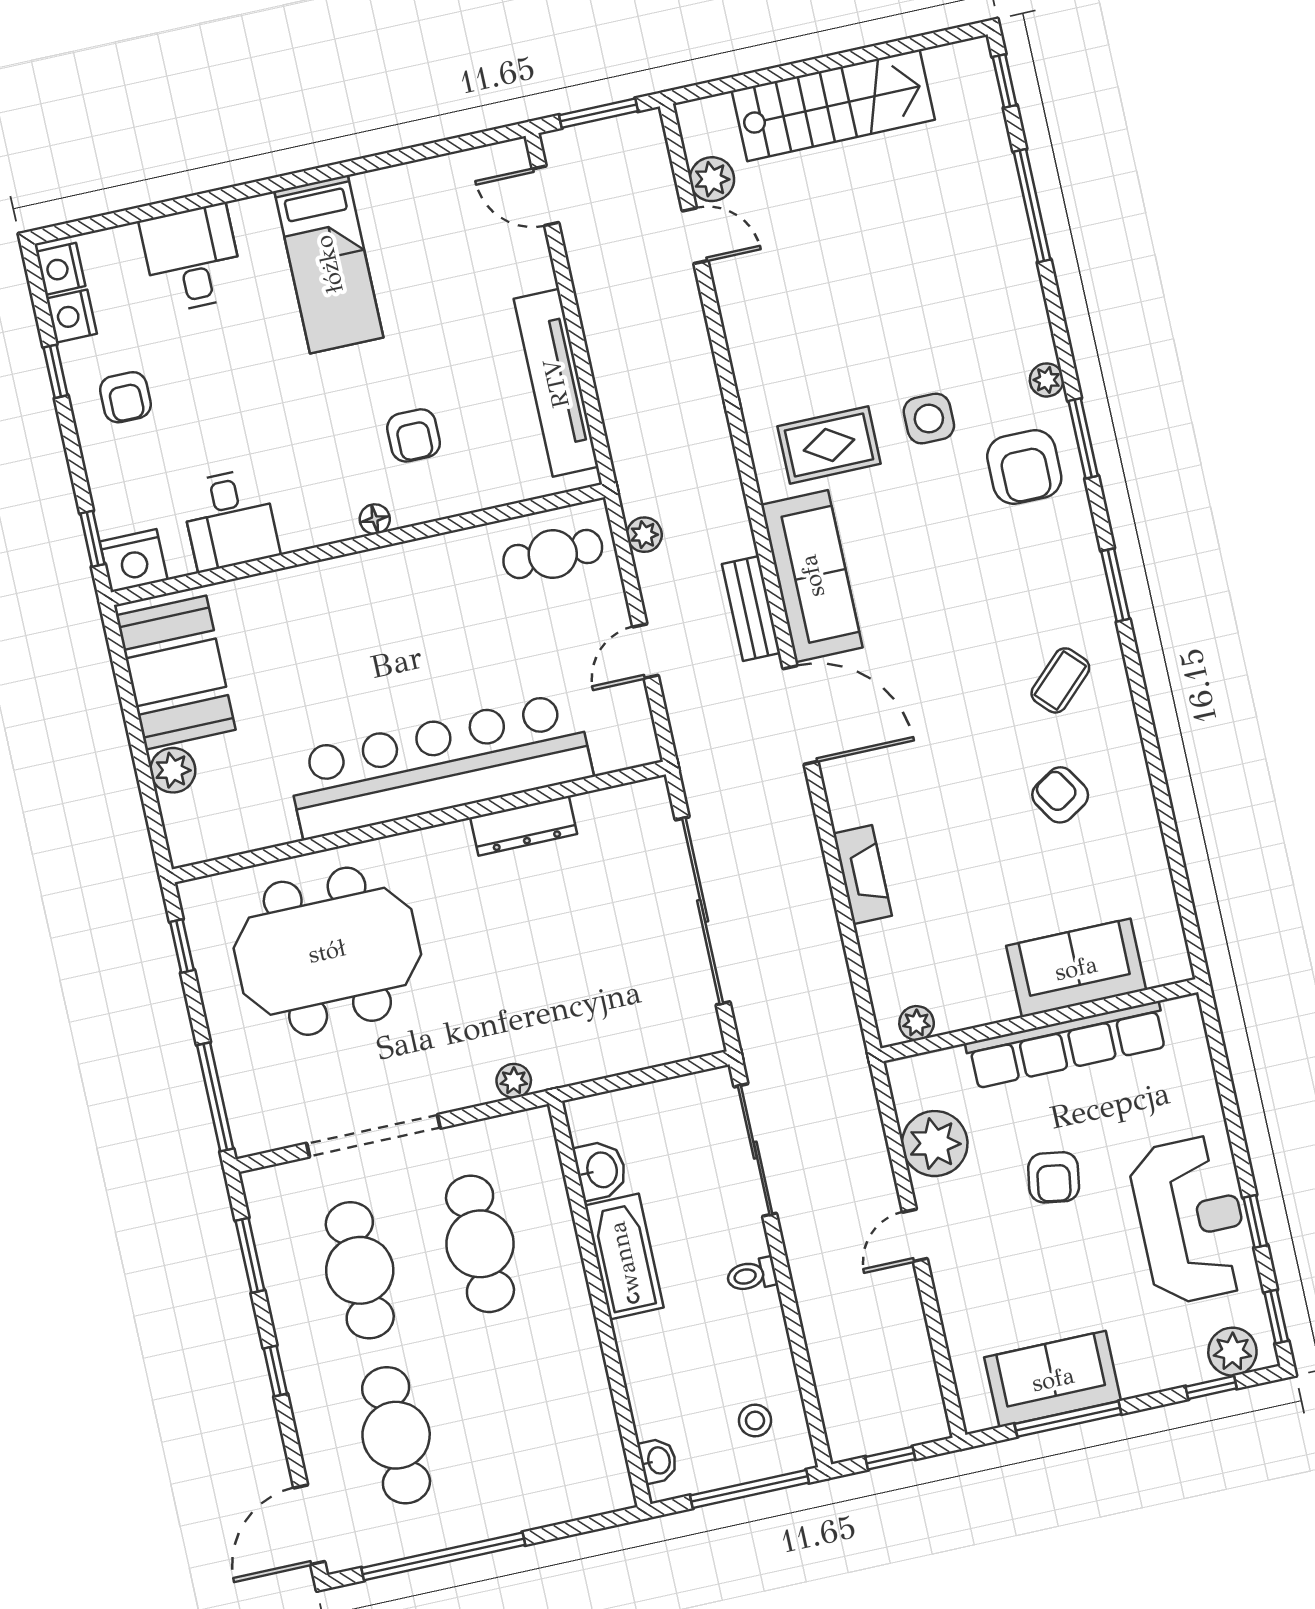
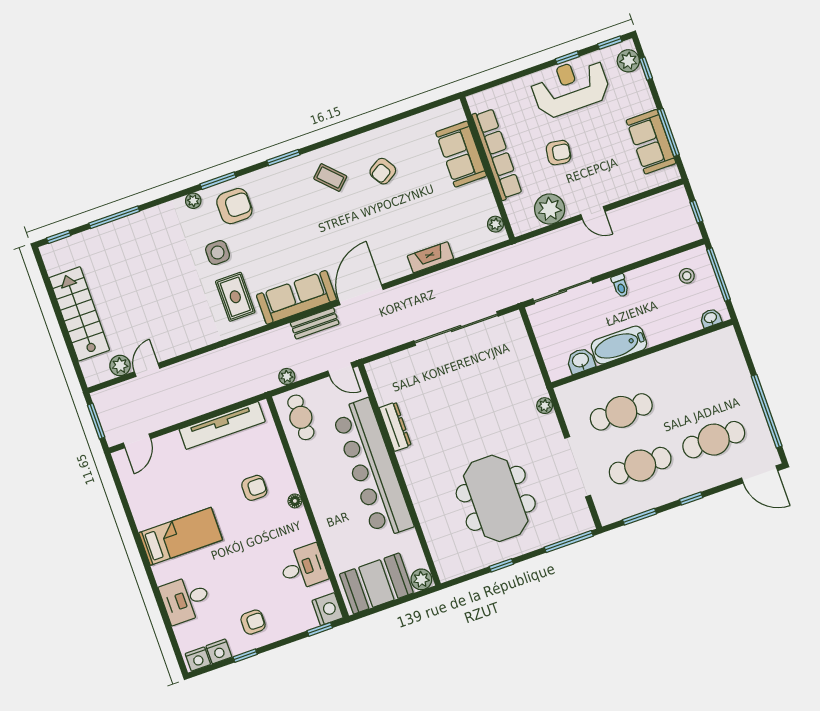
bar counter: (439, 765) -> (372, 469), moved
wall: (419, 822) -> (399, 475), moved
dresser: (524, 826) -> (395, 427), moved

